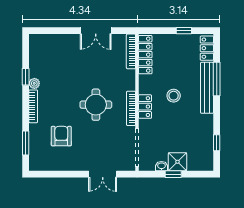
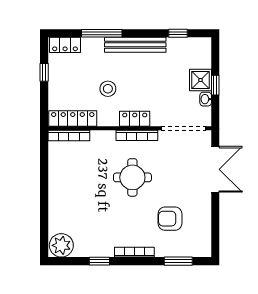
double door: (96, 31) -> (44, 178), removed
plant: (34, 83) -> (61, 245), moved, width x1.87, depth x1.87
bench: (207, 88) -> (135, 45), moved
stool: (174, 96) -> (108, 89), moved
double door: (103, 174) -> (215, 169), width x1.37

